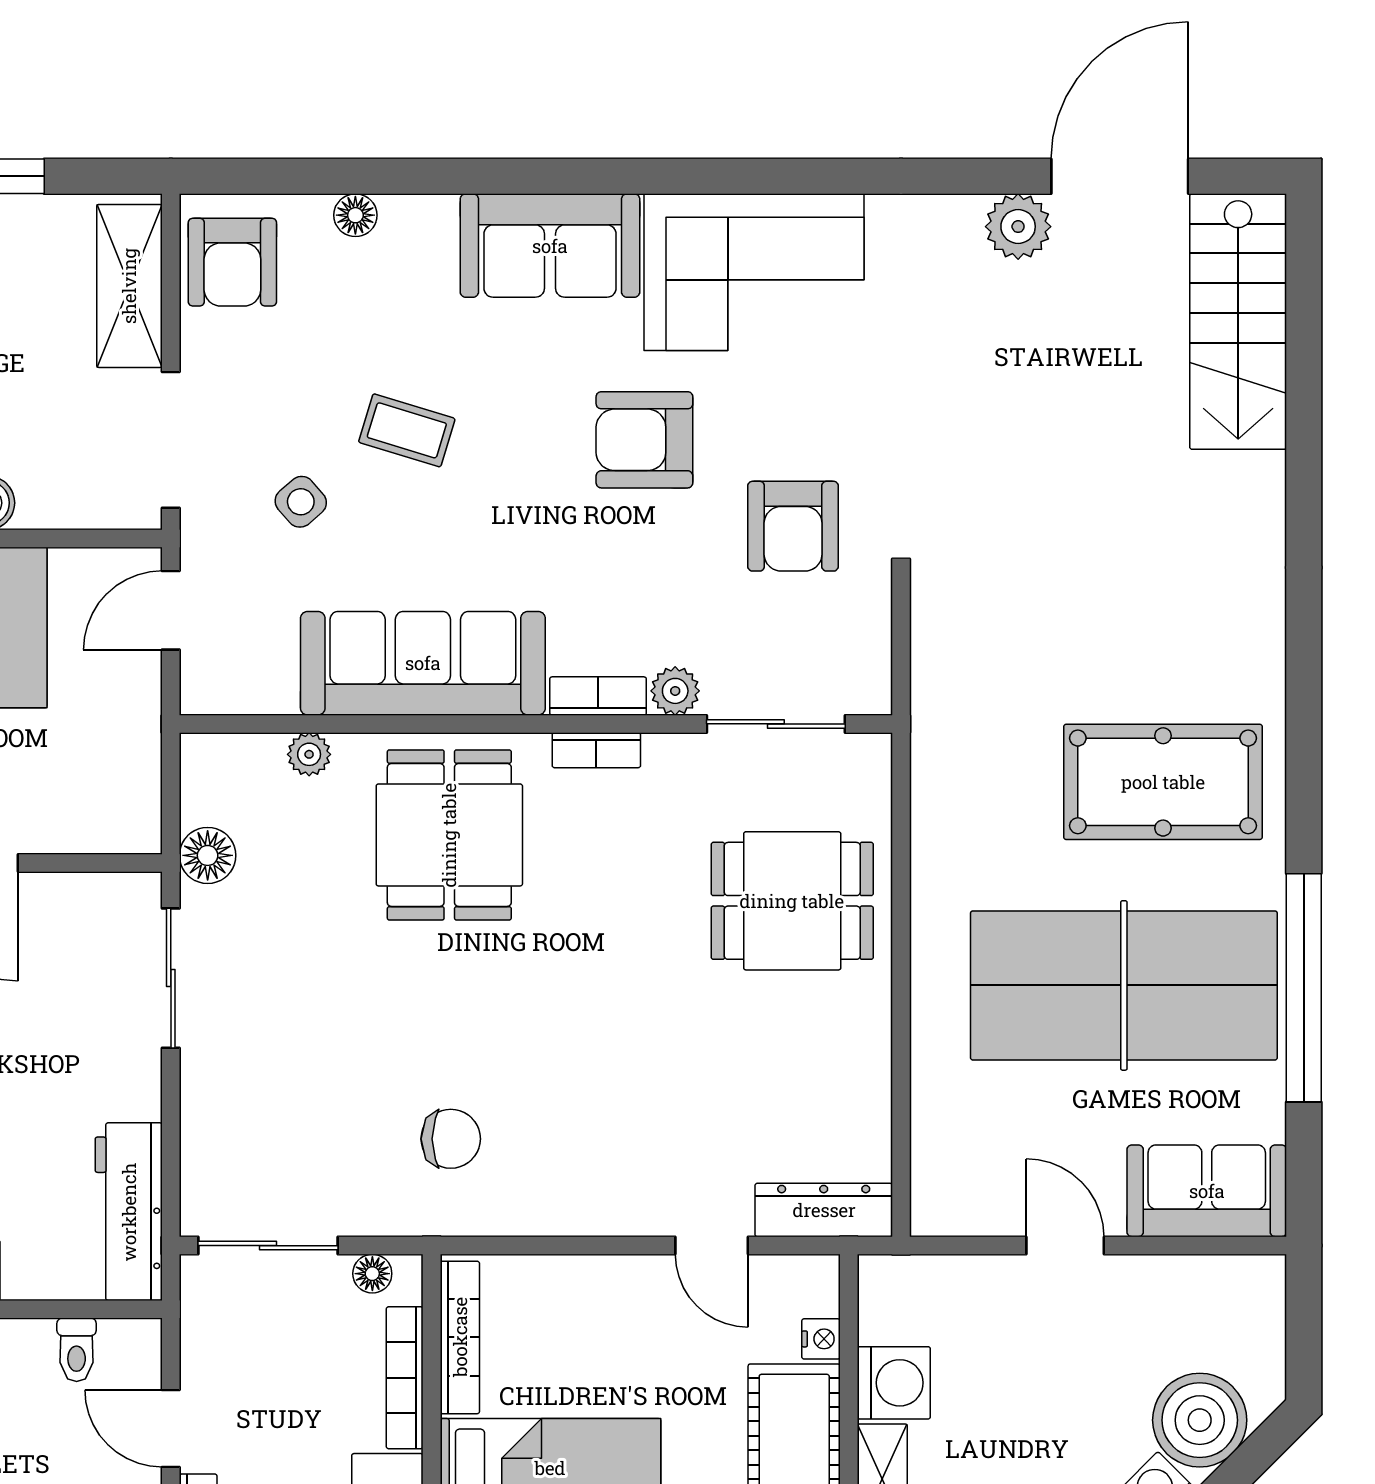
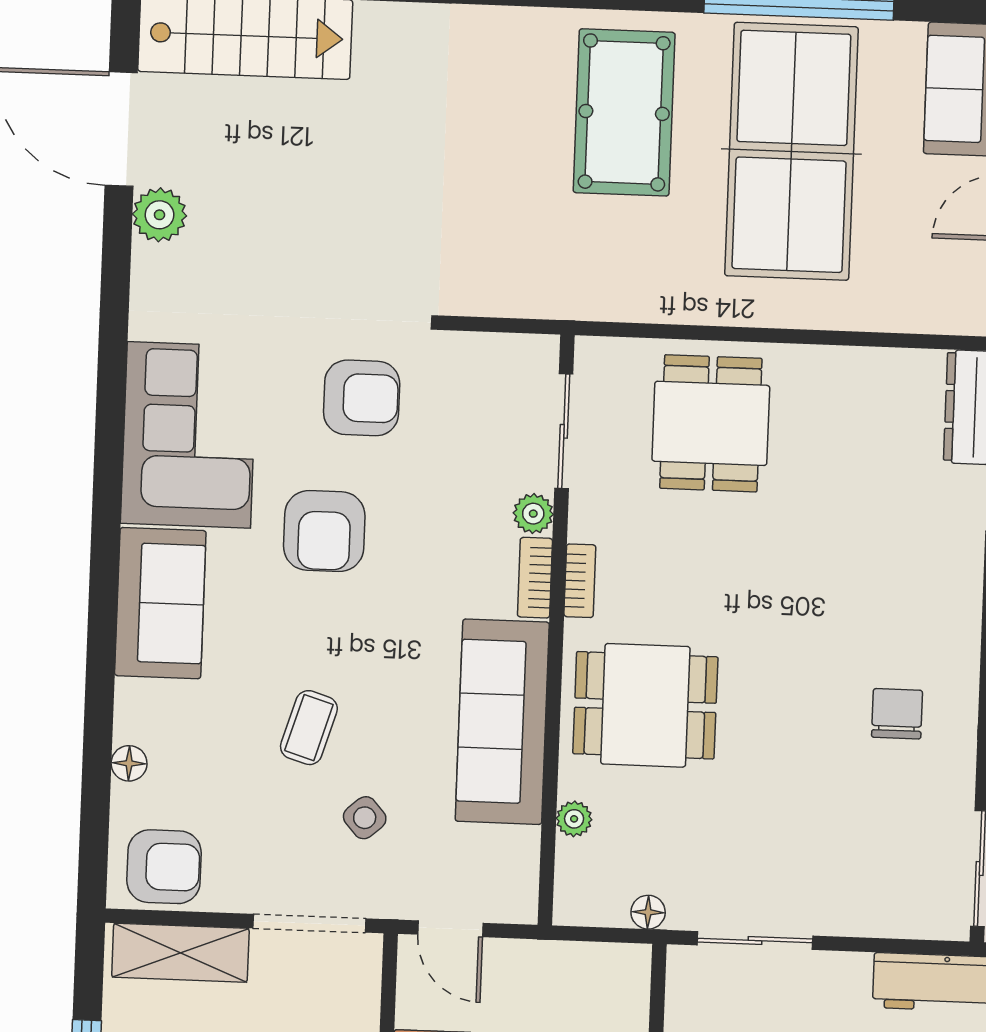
armchair: (793, 526) -> (362, 398), moved
floor lamp: (208, 855) -> (648, 912), width x0.73, depth x0.73

